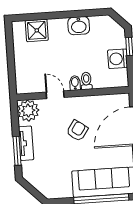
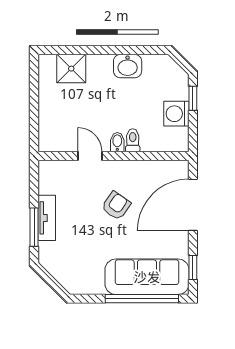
plant: (28, 111) -> (53, 175), removed

